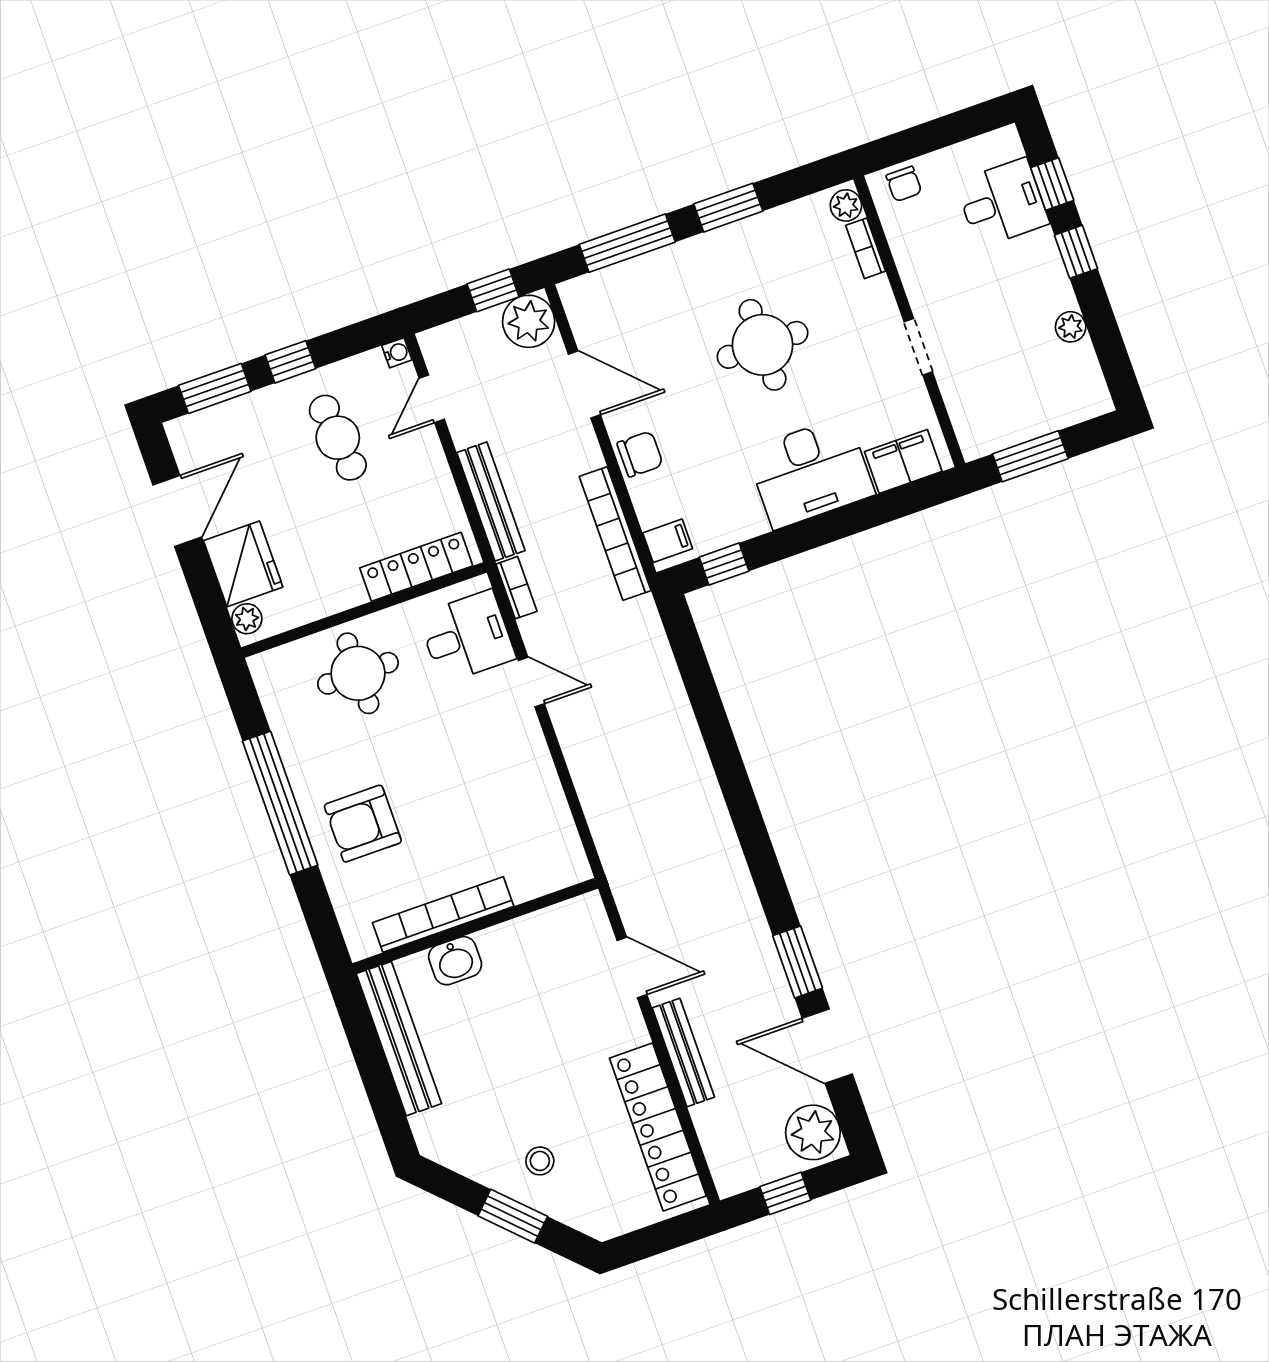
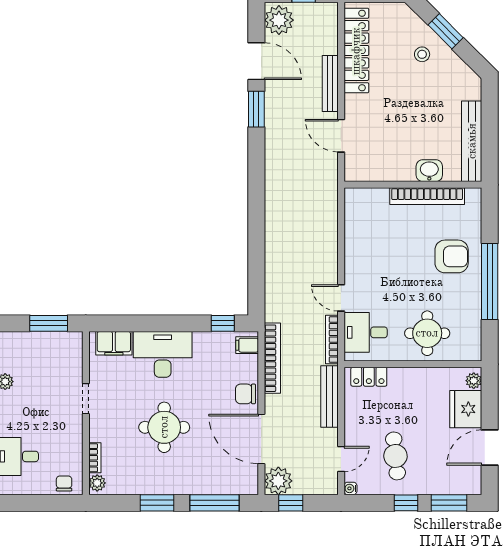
door: (584, 384) -> (261, 439), width x1.36
locker: (416, 567) -> (369, 377), width x0.66
bookcase: (516, 588) -> (332, 340), width x1.56

